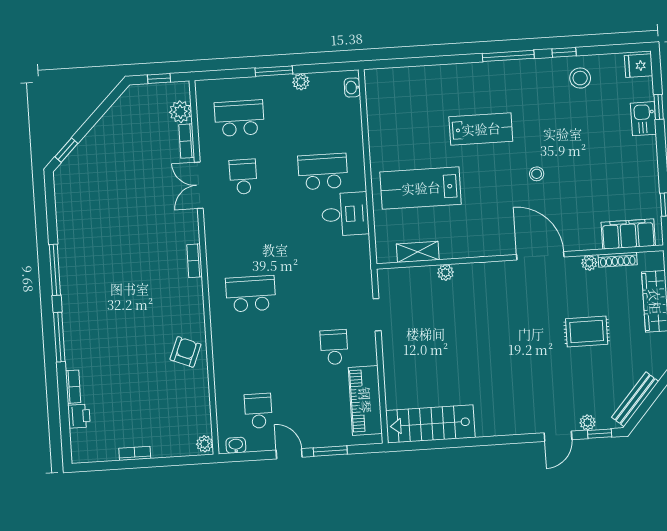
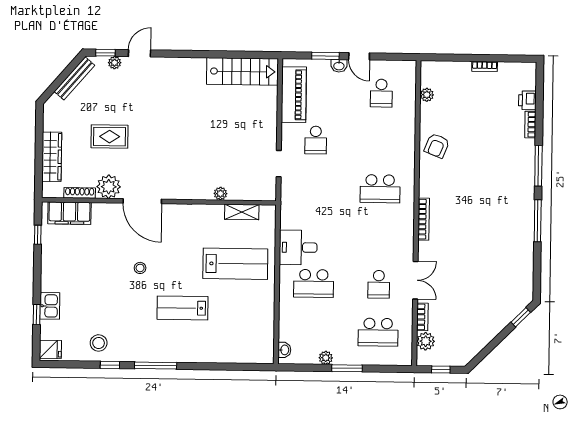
bookcase: (195, 261) -> (424, 219), width x1.56
plant: (589, 263) -> (109, 187), width x1.88, depth x1.88
plant: (205, 444) -> (427, 95), moved
washbasin: (236, 445) -> (339, 66), moved

